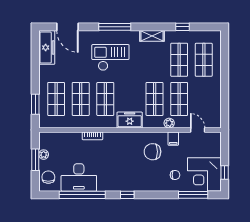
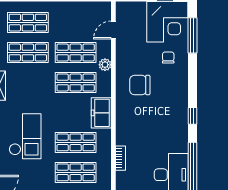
checkout: (110, 57) -> (25, 136), turned 180
filing cabinet: (173, 139) -> (124, 60), removed
chair: (152, 152) -> (140, 85), turned 90

